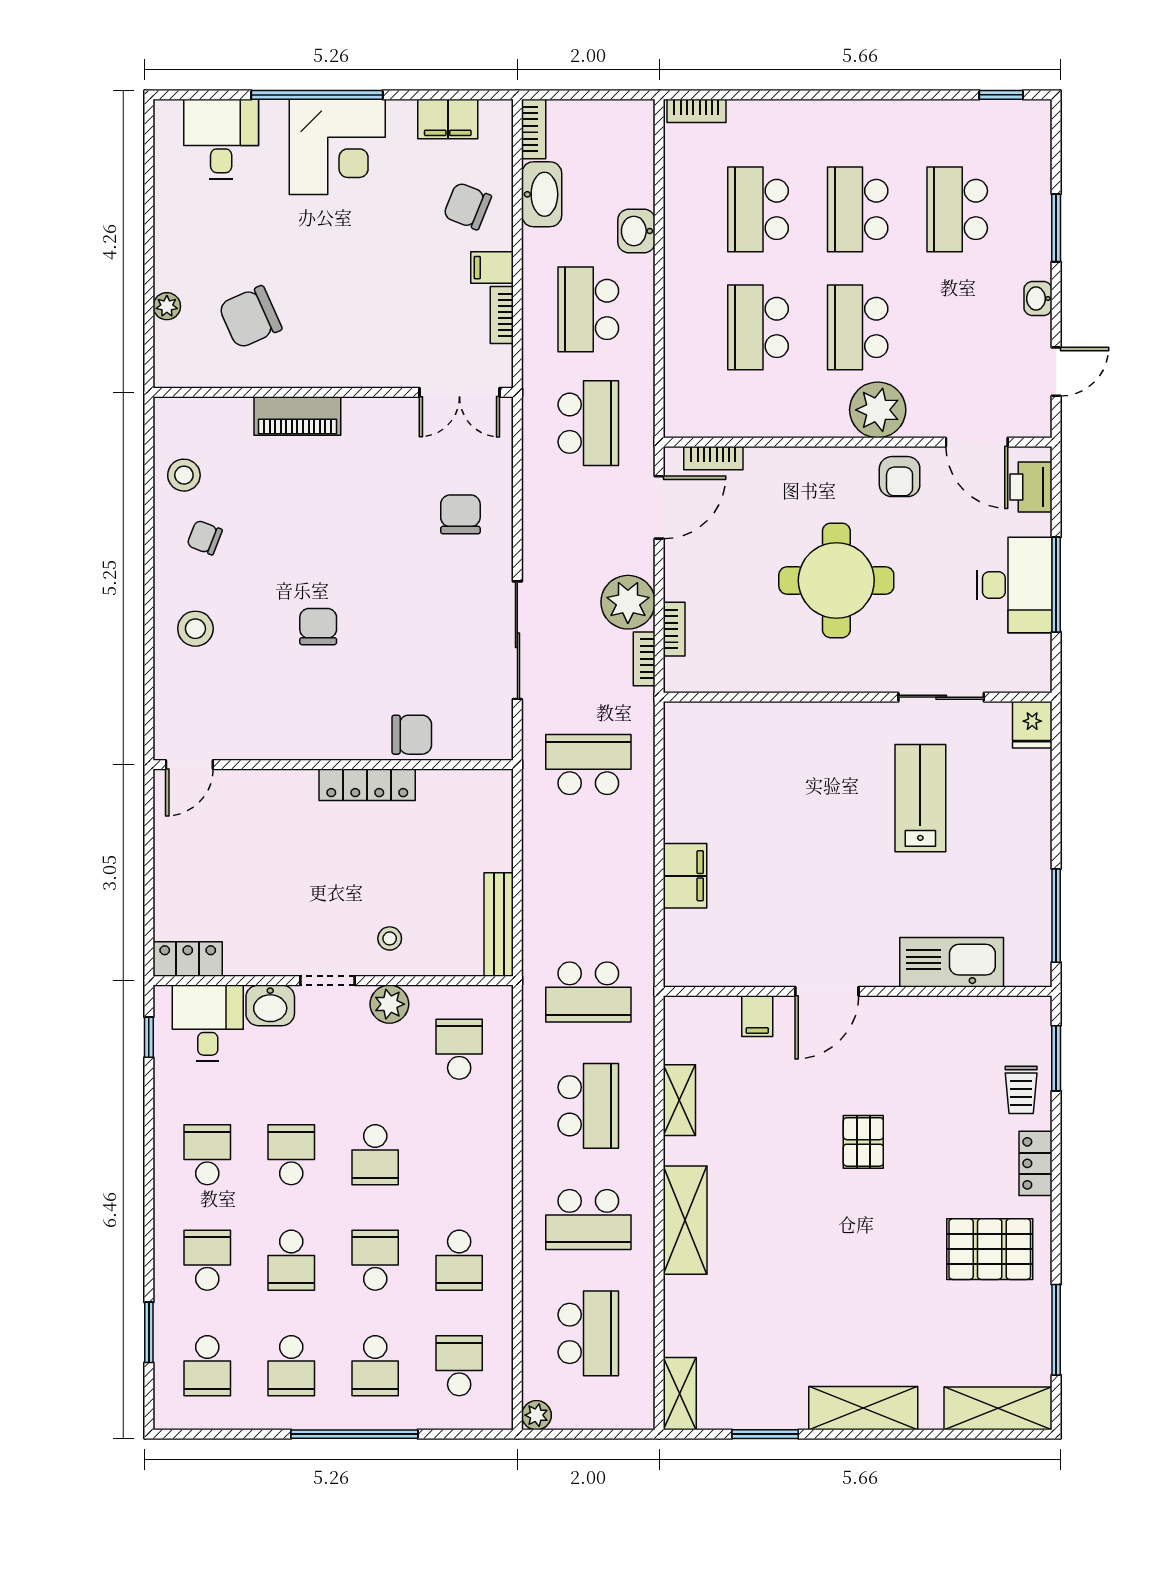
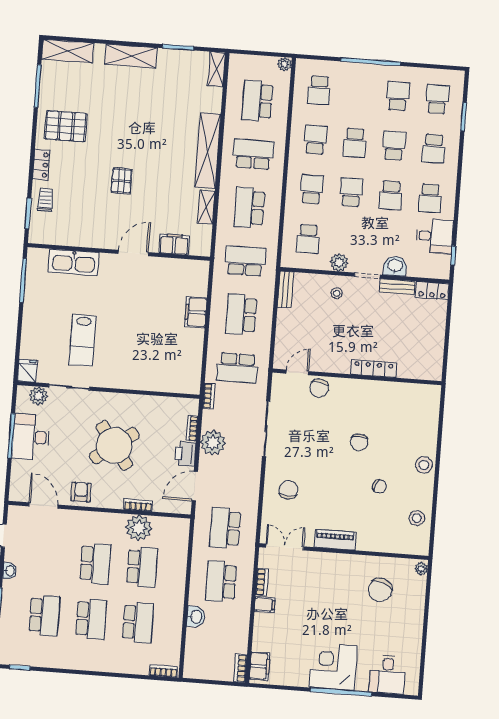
filing cabinet: (448, 119) -> (260, 666), moved, turned 90
washbasin: (542, 194) -> (239, 637), removed
chair: (467, 206) -> (274, 634), removed
plant: (167, 306) -> (421, 569), moved
school desk: (588, 309) -> (221, 582), turned 180
chair: (250, 317) -> (380, 590), turned 133
plant: (878, 410) -> (139, 528), moved
piano: (297, 416) -> (335, 540), moved
bookcase: (713, 458) -> (138, 505), moved
printer: (1031, 487) -> (185, 454), moved, turned 180
chair: (460, 514) -> (288, 490), turned 180
chair: (205, 537) -> (379, 486), moved
round table: (836, 580) -> (114, 446), turned -36
stool: (195, 629) -> (424, 465), moved
bookcase: (644, 659) -> (209, 396), moved
plant: (1005, 673) -> (39, 396), added
chair: (412, 735) -> (319, 388), turned -81
door: (189, 765) -> (297, 372), moved
locker: (367, 785) -> (374, 369), moved
school desk: (588, 878) -> (241, 314), added
bench: (499, 925) -> (285, 289), width x0.73
bench: (262, 962) -> (397, 287), added
filing cabinet: (757, 1016) -> (174, 244), width x2.00
desk: (208, 1023) -> (435, 236), moved, turned -90
shelving: (685, 1220) -> (208, 151), width x1.47
school desk: (375, 1366) -> (312, 189), moved

